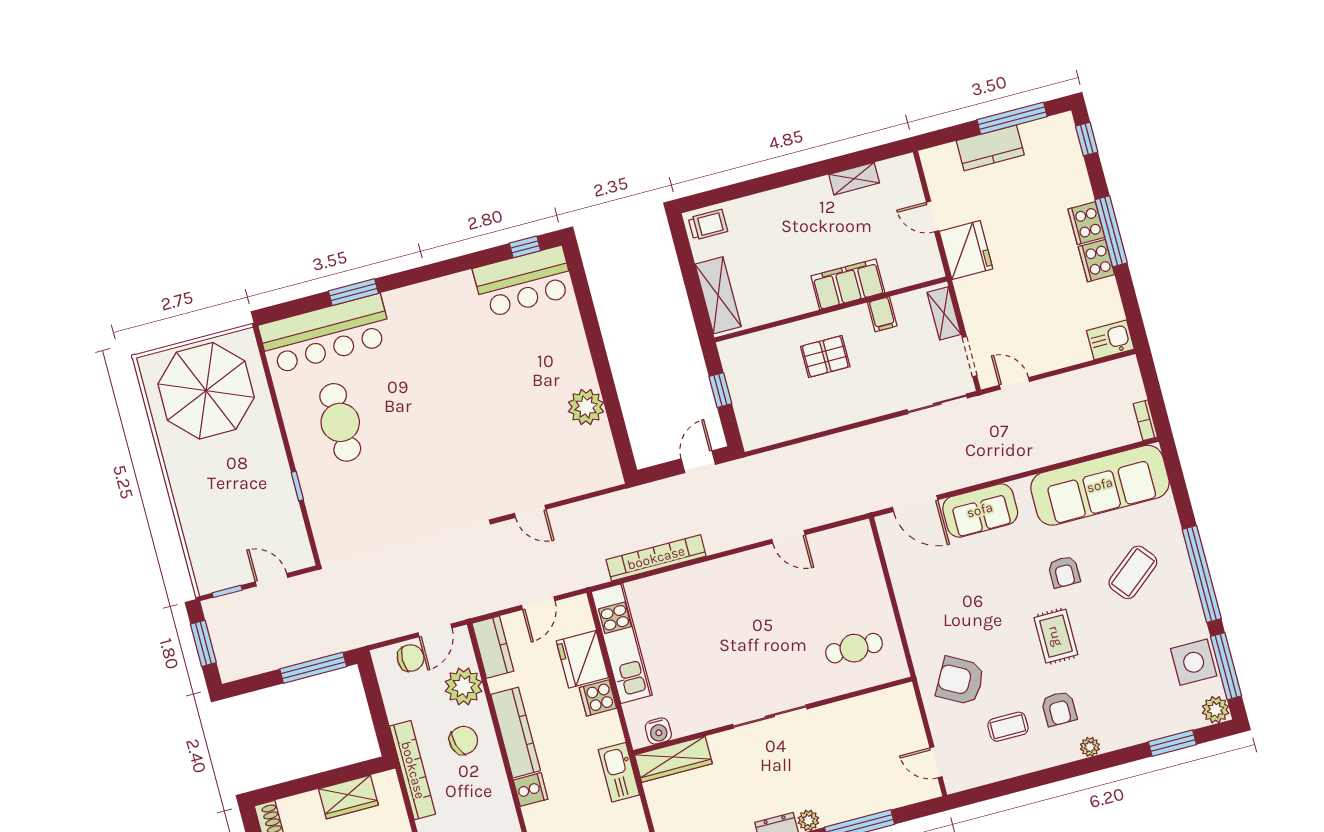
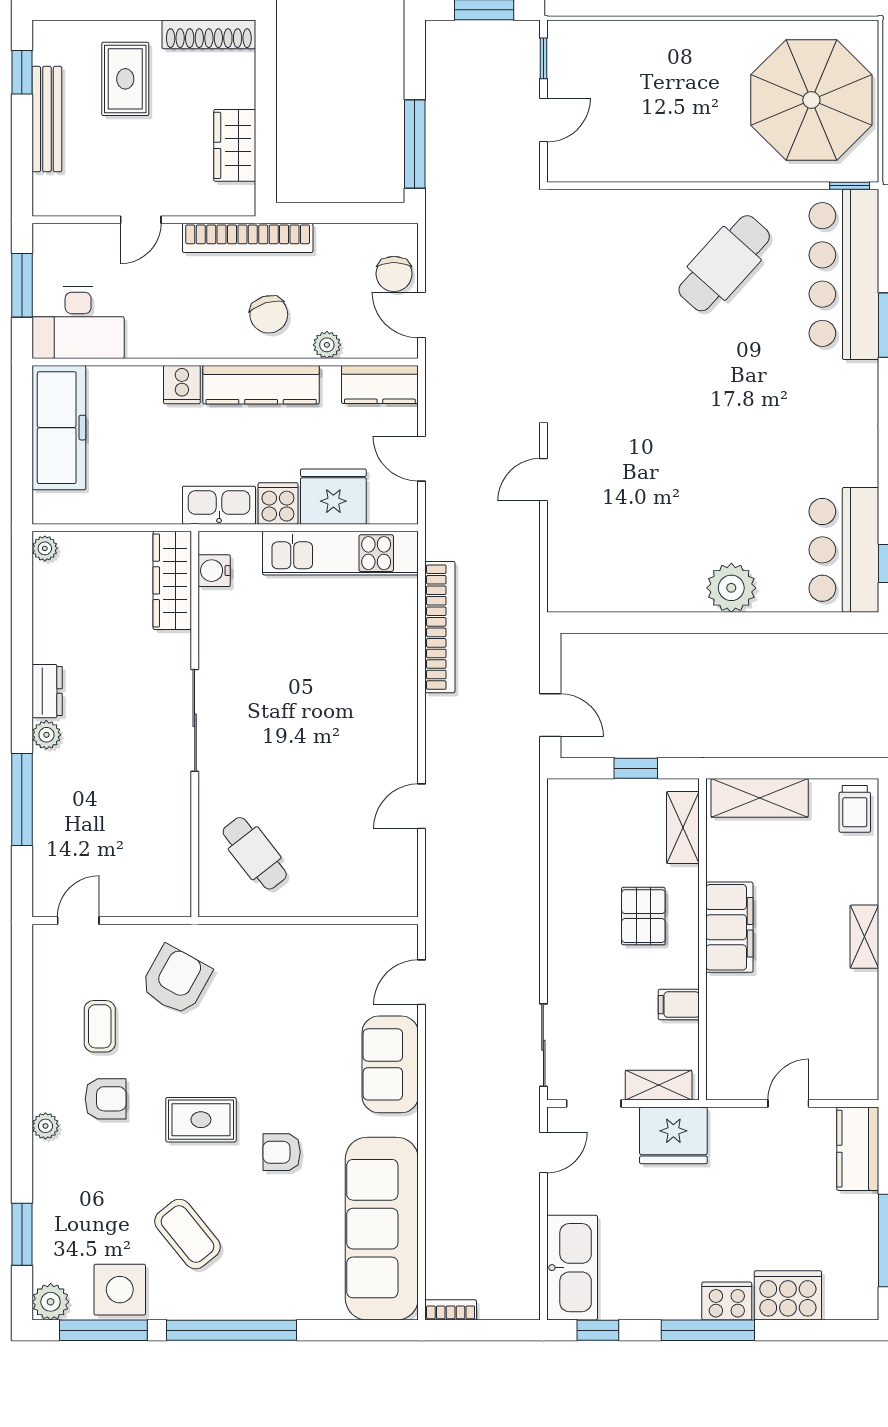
window: (1087, 139) -> (598, 1330), moved
kitchen counter: (990, 148) -> (858, 1149), moved
shelving: (854, 179) -> (864, 937), moved
fridge: (966, 250) -> (673, 1135), moved
cooker: (1096, 261) -> (788, 1295), moved, width x1.37, depth x1.31
filing cabinet: (848, 284) -> (729, 927), moved
kitchen sink: (1110, 340) -> (572, 1268), width x1.88, depth x1.24
shelving: (754, 345) -> (683, 828), added
plant: (586, 407) -> (731, 588), moved
cafe table: (340, 422) -> (724, 263), turned -48
window: (297, 486) -> (850, 186), moved
door: (915, 503) -> (422, 982), width x0.73
coffee table: (1133, 572) -> (188, 1234), moved
cafe table: (854, 648) -> (255, 853), turned -38
plant: (464, 686) -> (327, 345), width x0.53, depth x0.53
armchair: (1059, 709) -> (106, 1099), turned 180
kitchen sink: (619, 772) -> (219, 505), moved

